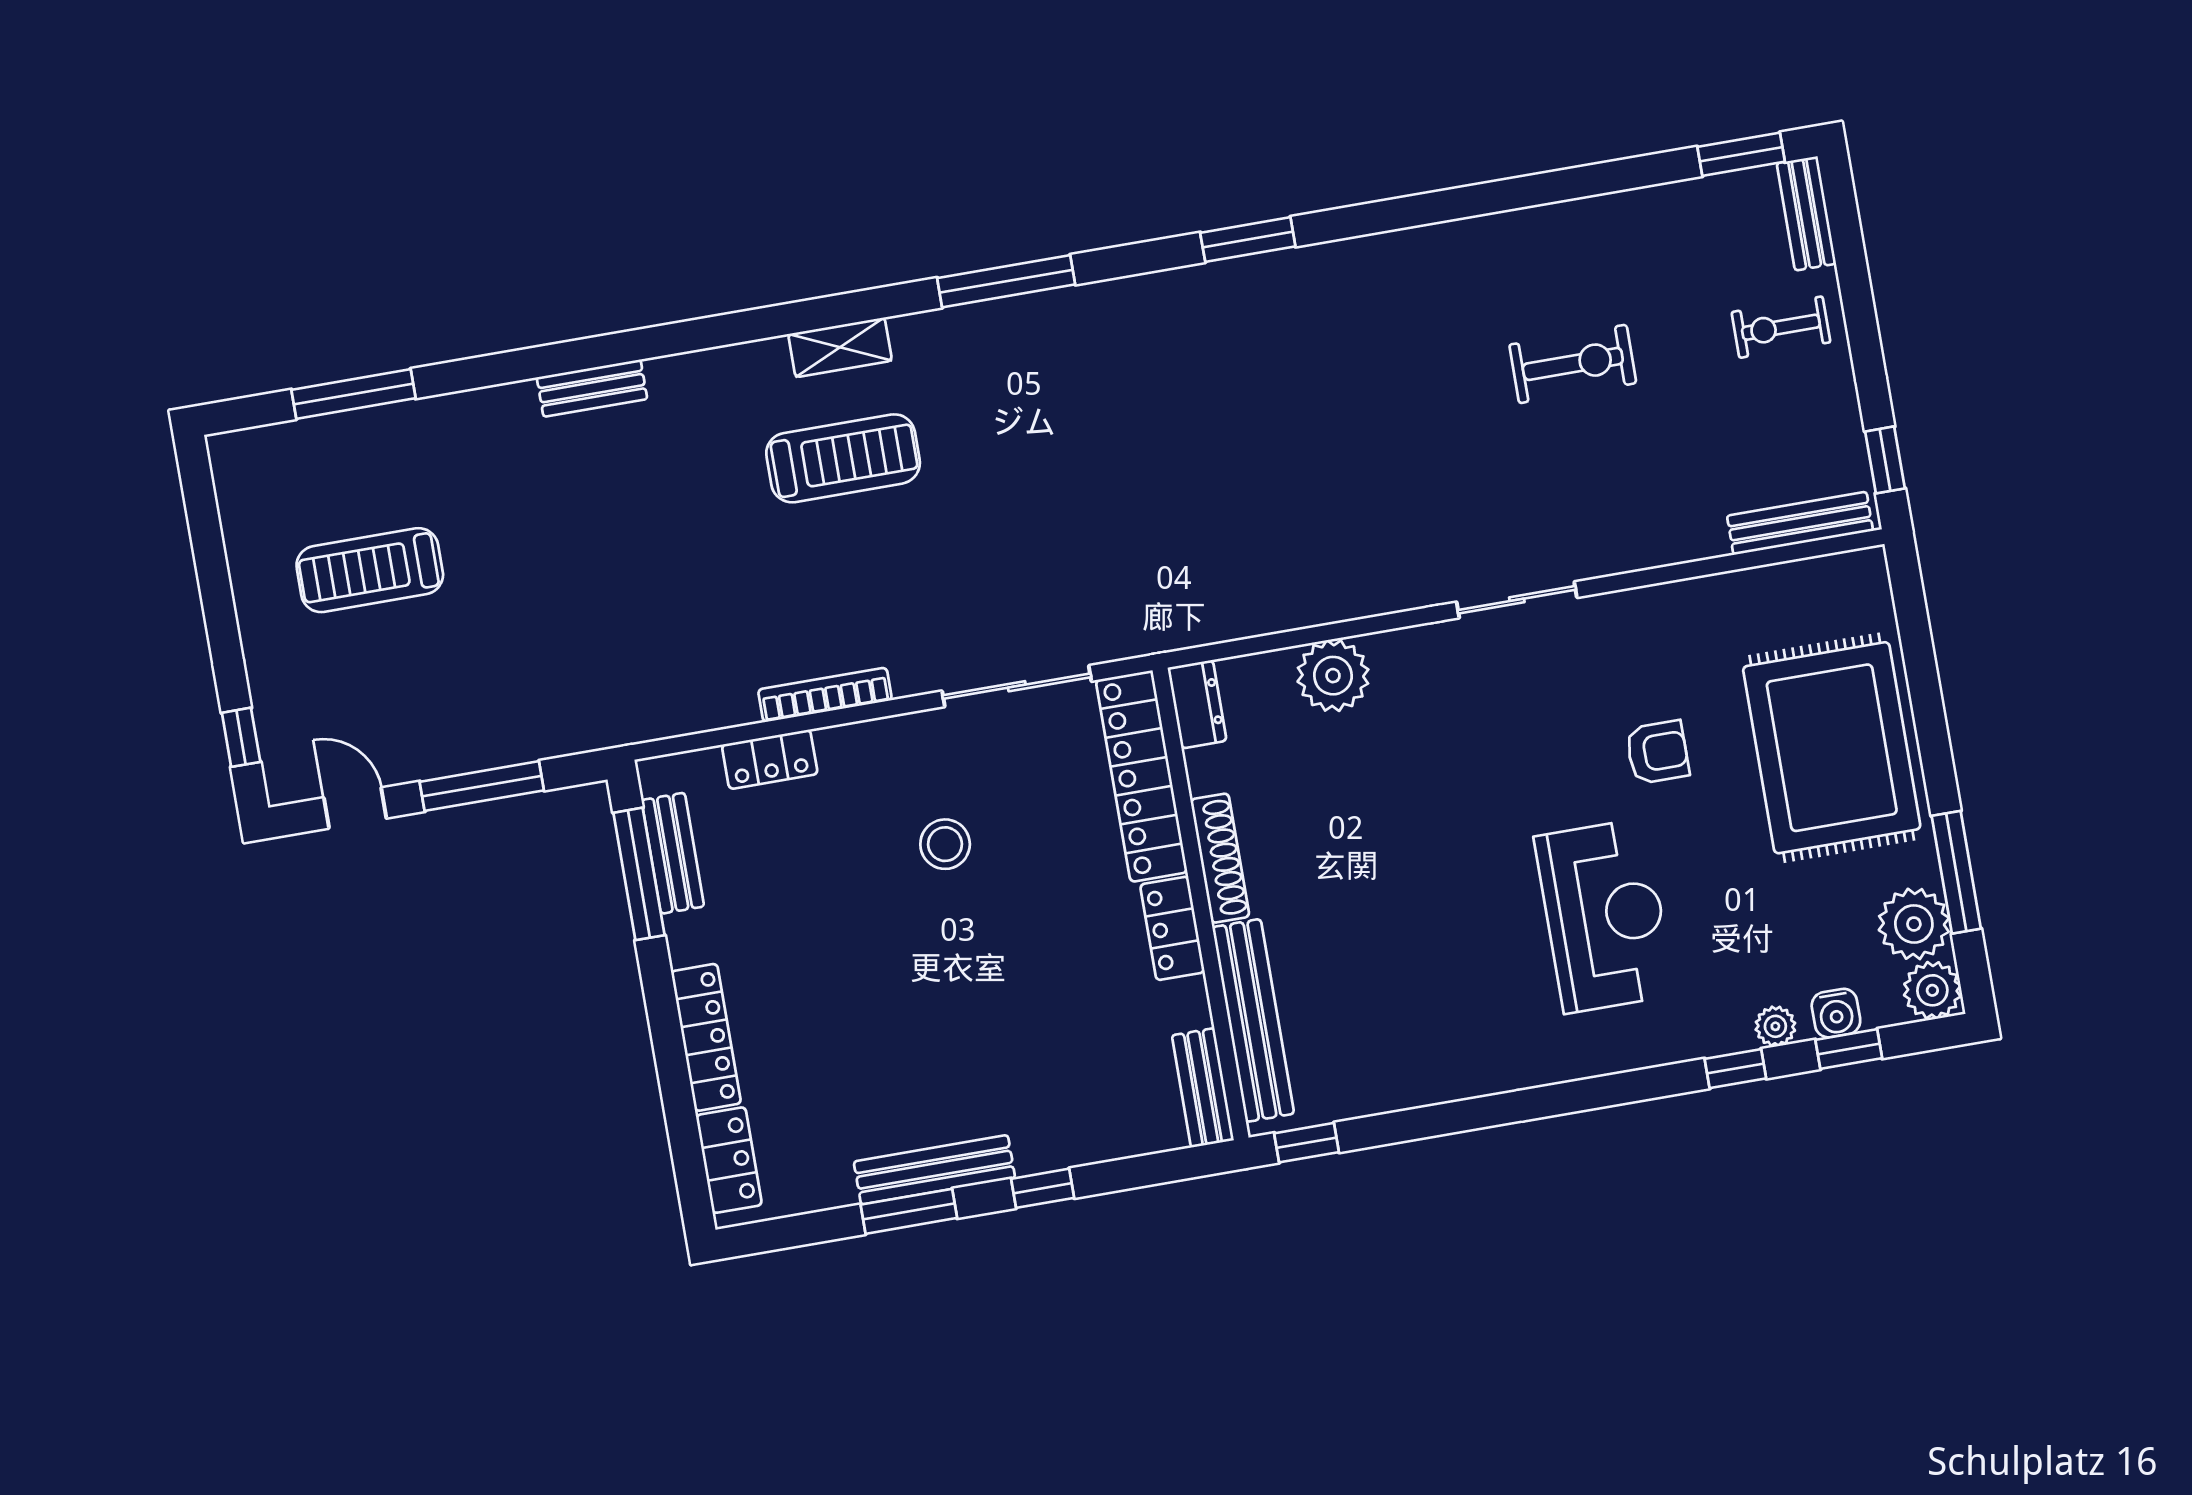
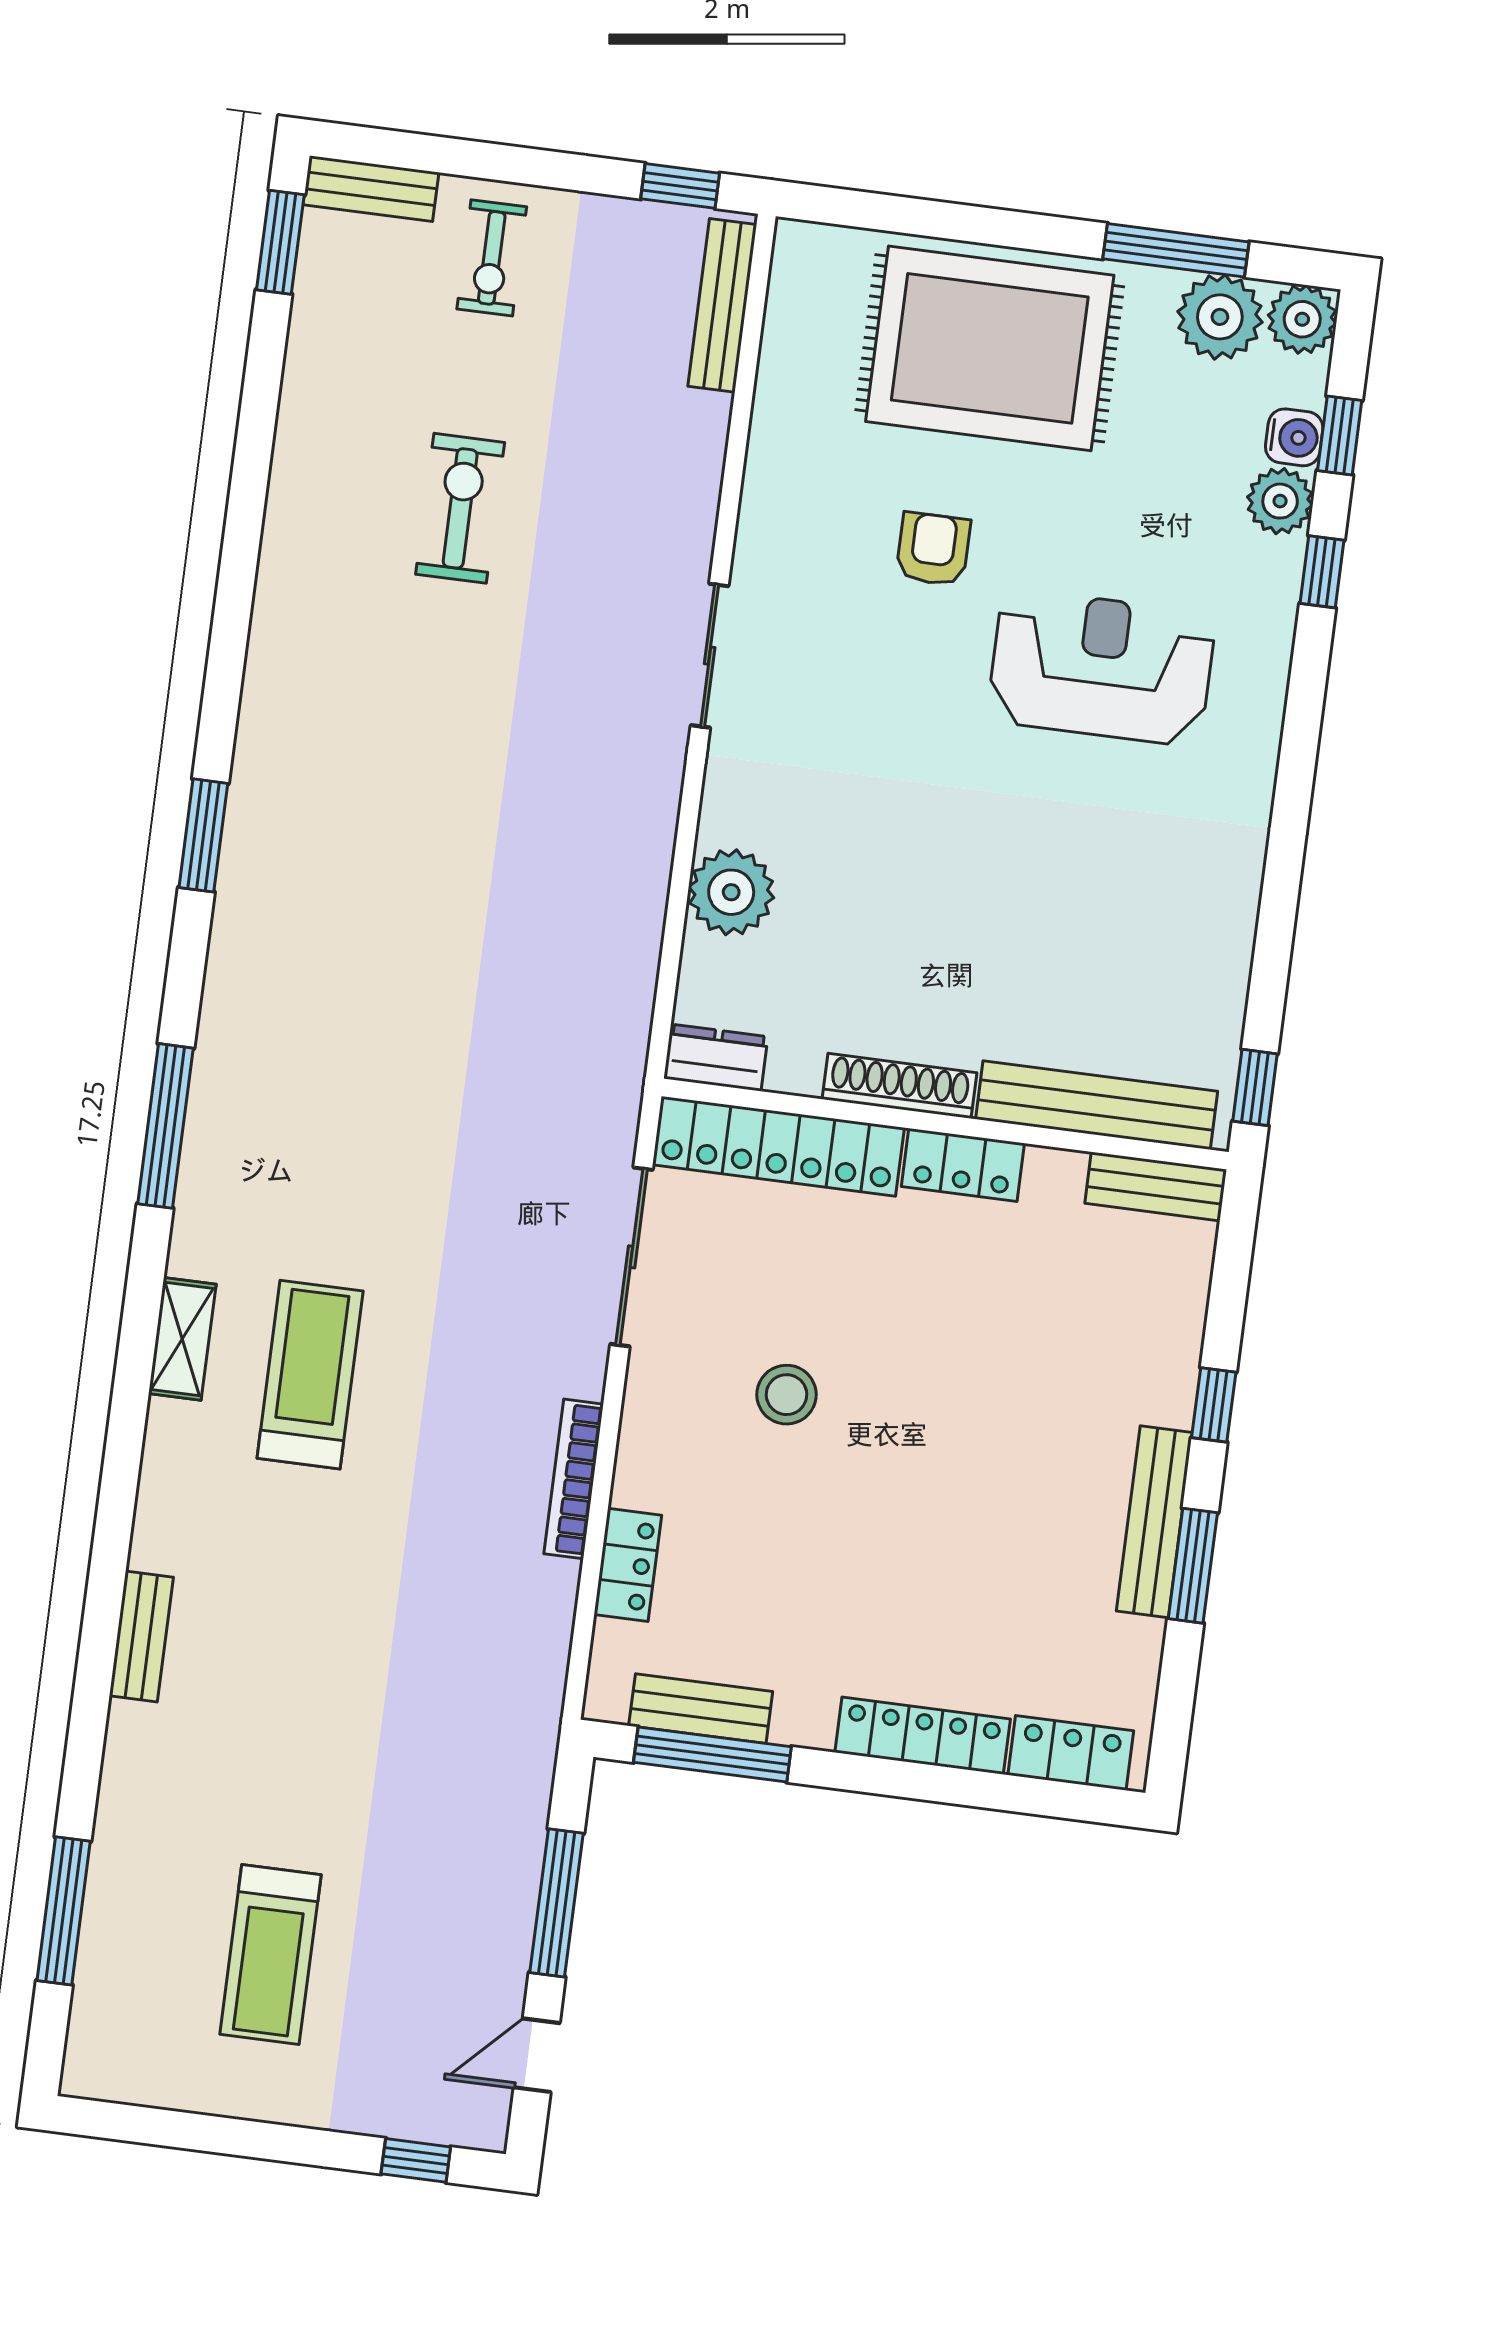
plant: (1775, 1026) -> (1280, 501), width x1.38, depth x1.38

